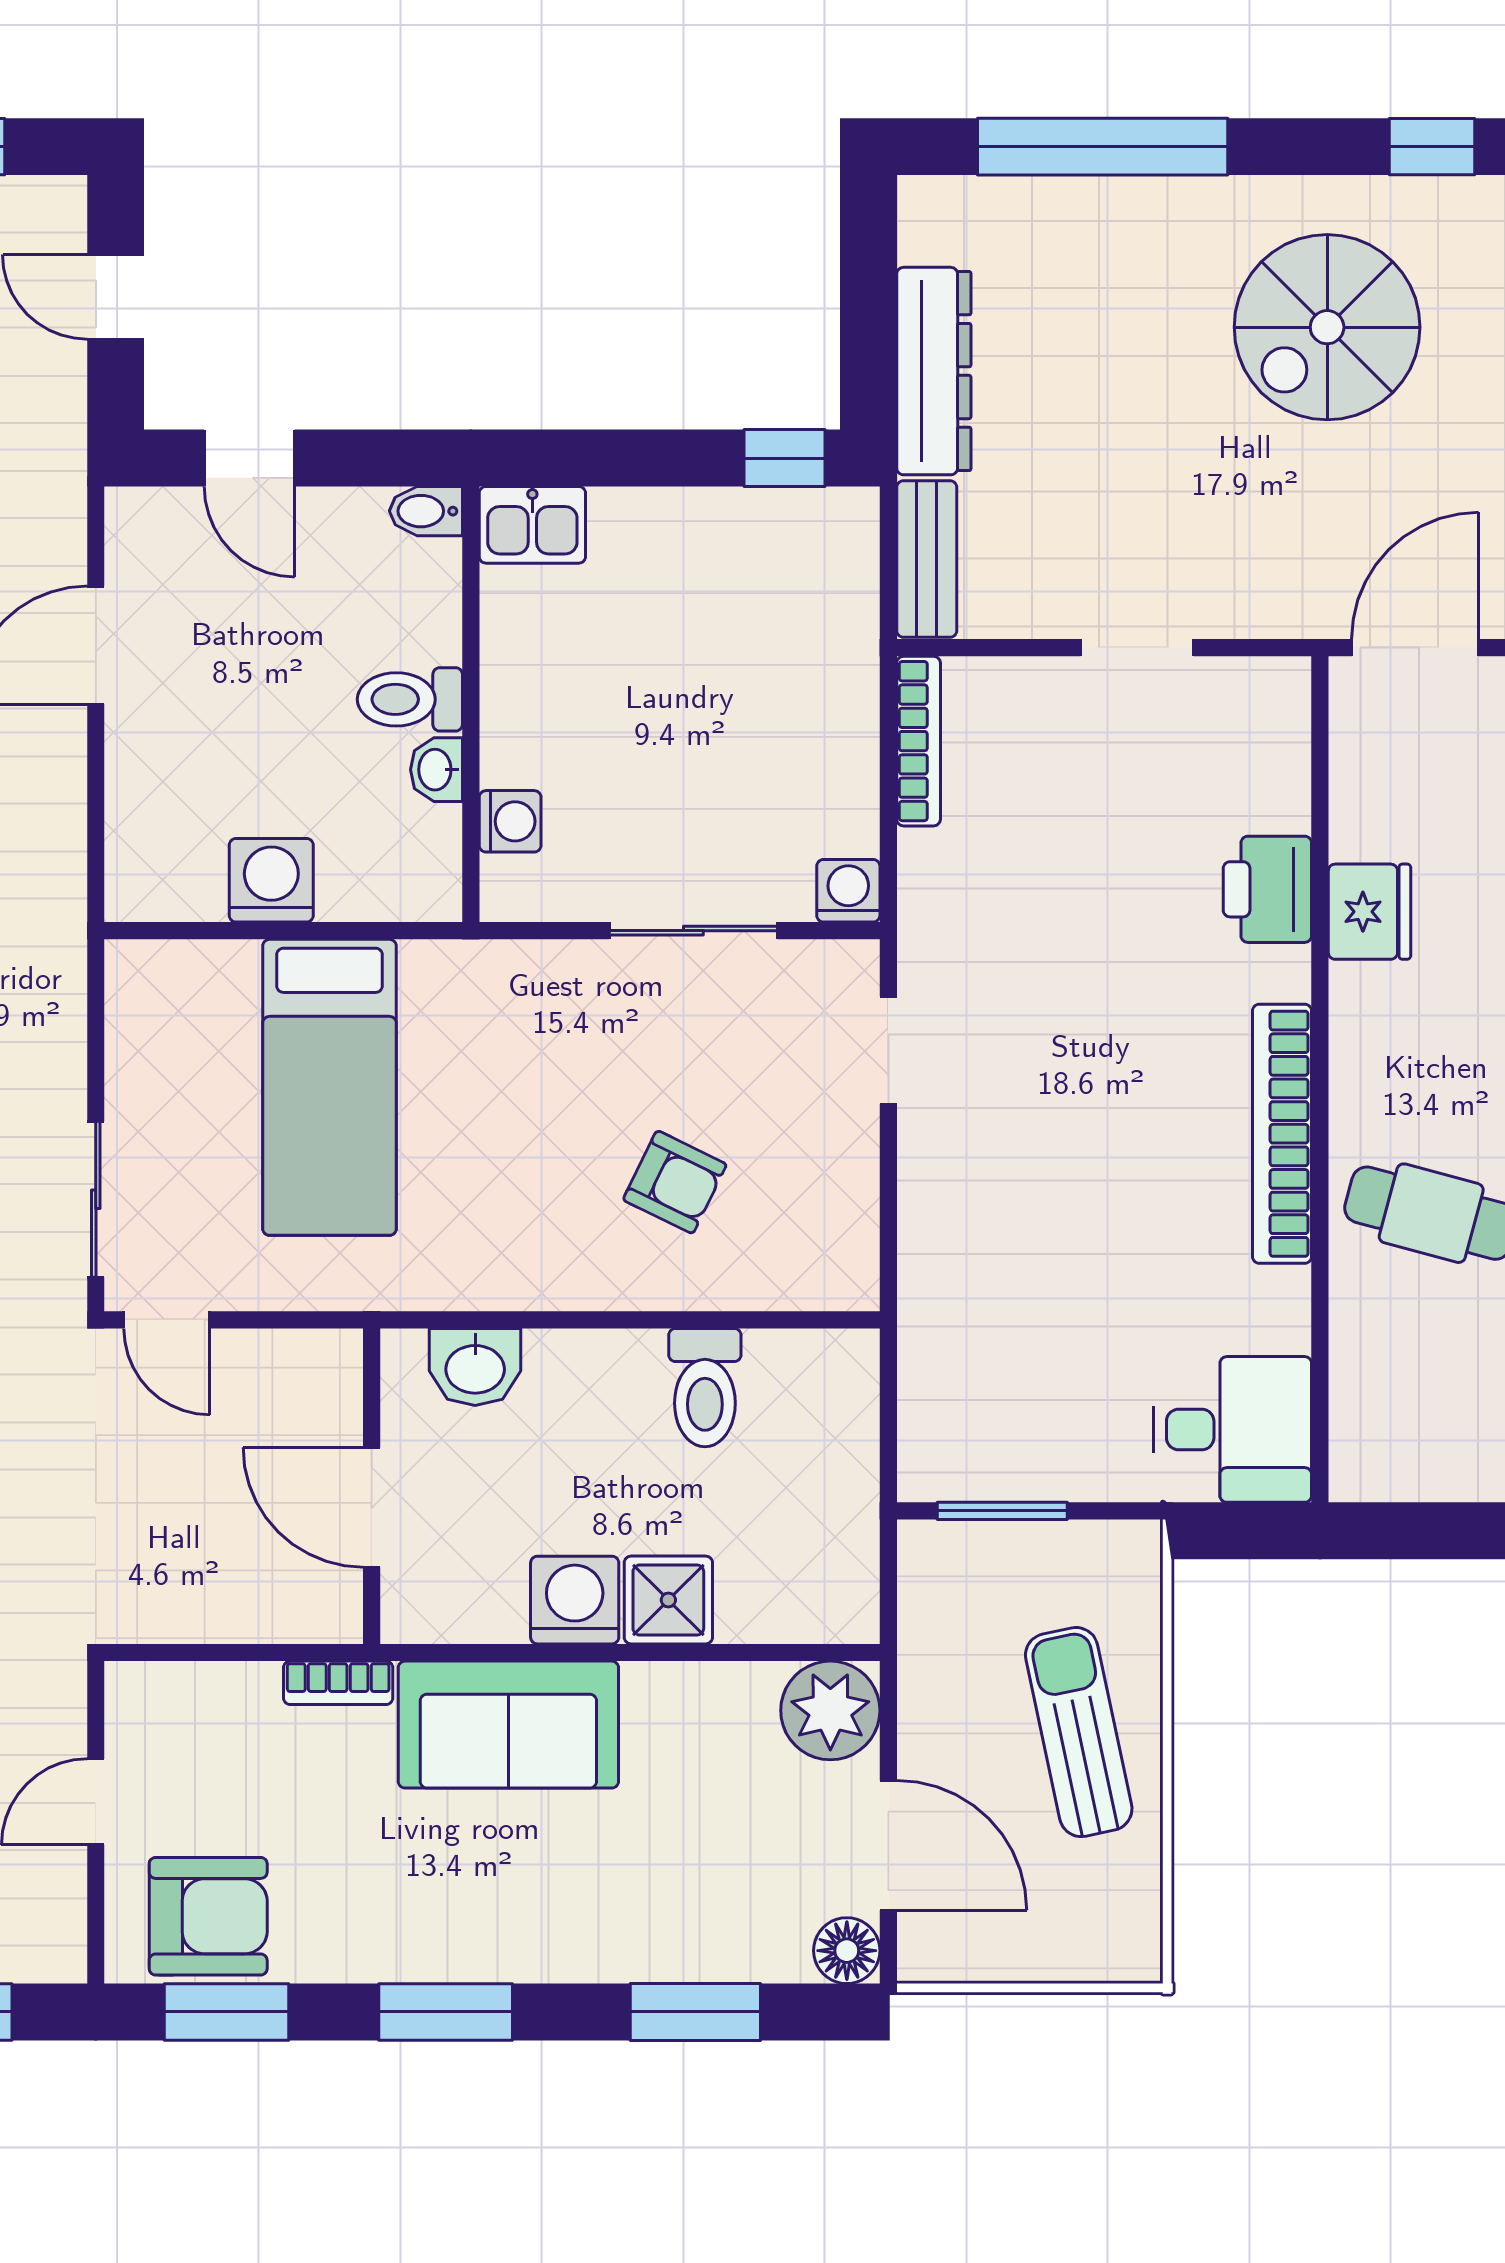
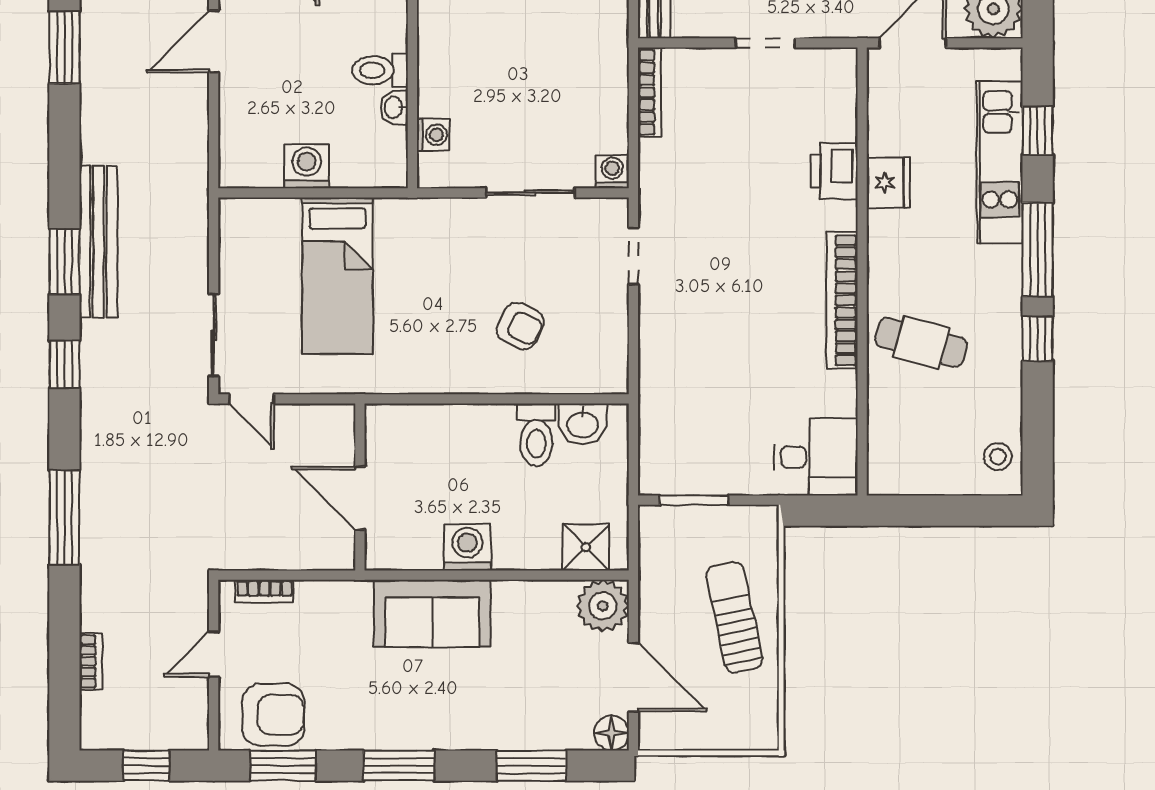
washbasin: (475, 1367) -> (583, 424), moved
shower: (668, 1600) -> (586, 547), moved
bookcase: (338, 1683) -> (264, 591), moved

